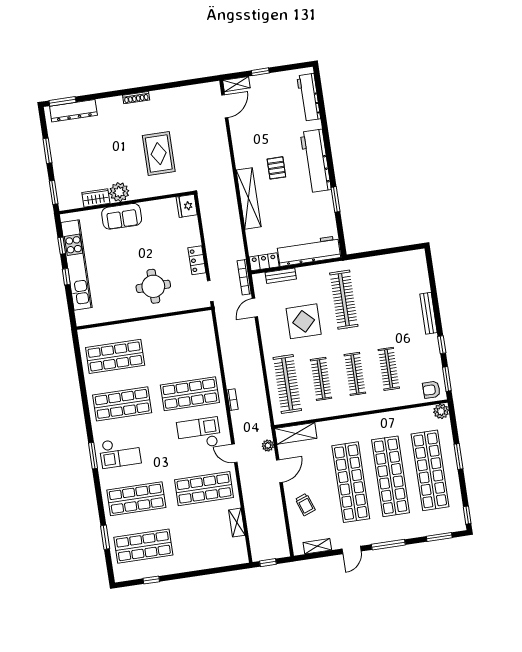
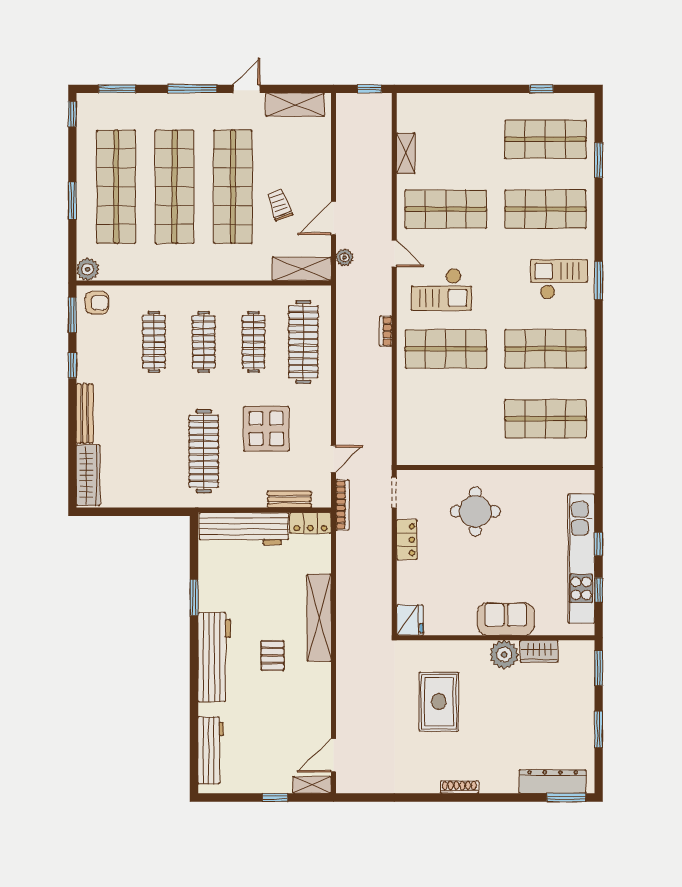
wardrobe: (420, 272) -> (88, 475), added
trolley: (305, 505) -> (279, 205), moved
shelving: (317, 546) -> (295, 105), width x1.50, depth x1.33

